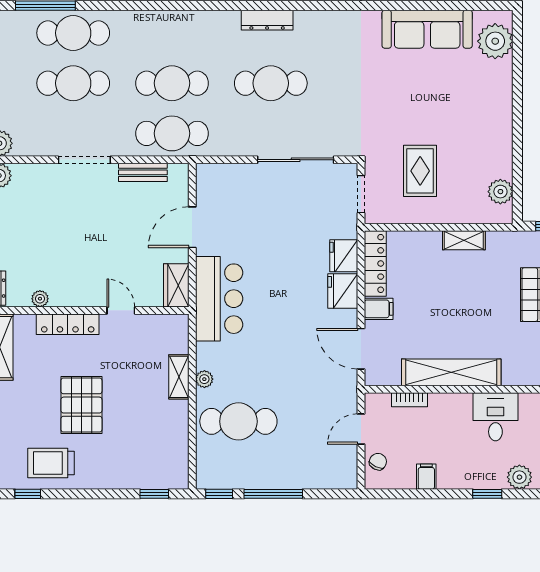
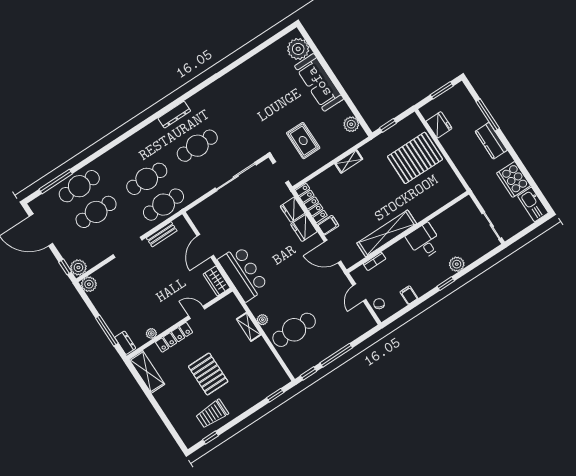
sofa: (427, 29) -> (319, 82), moved, turned 90

